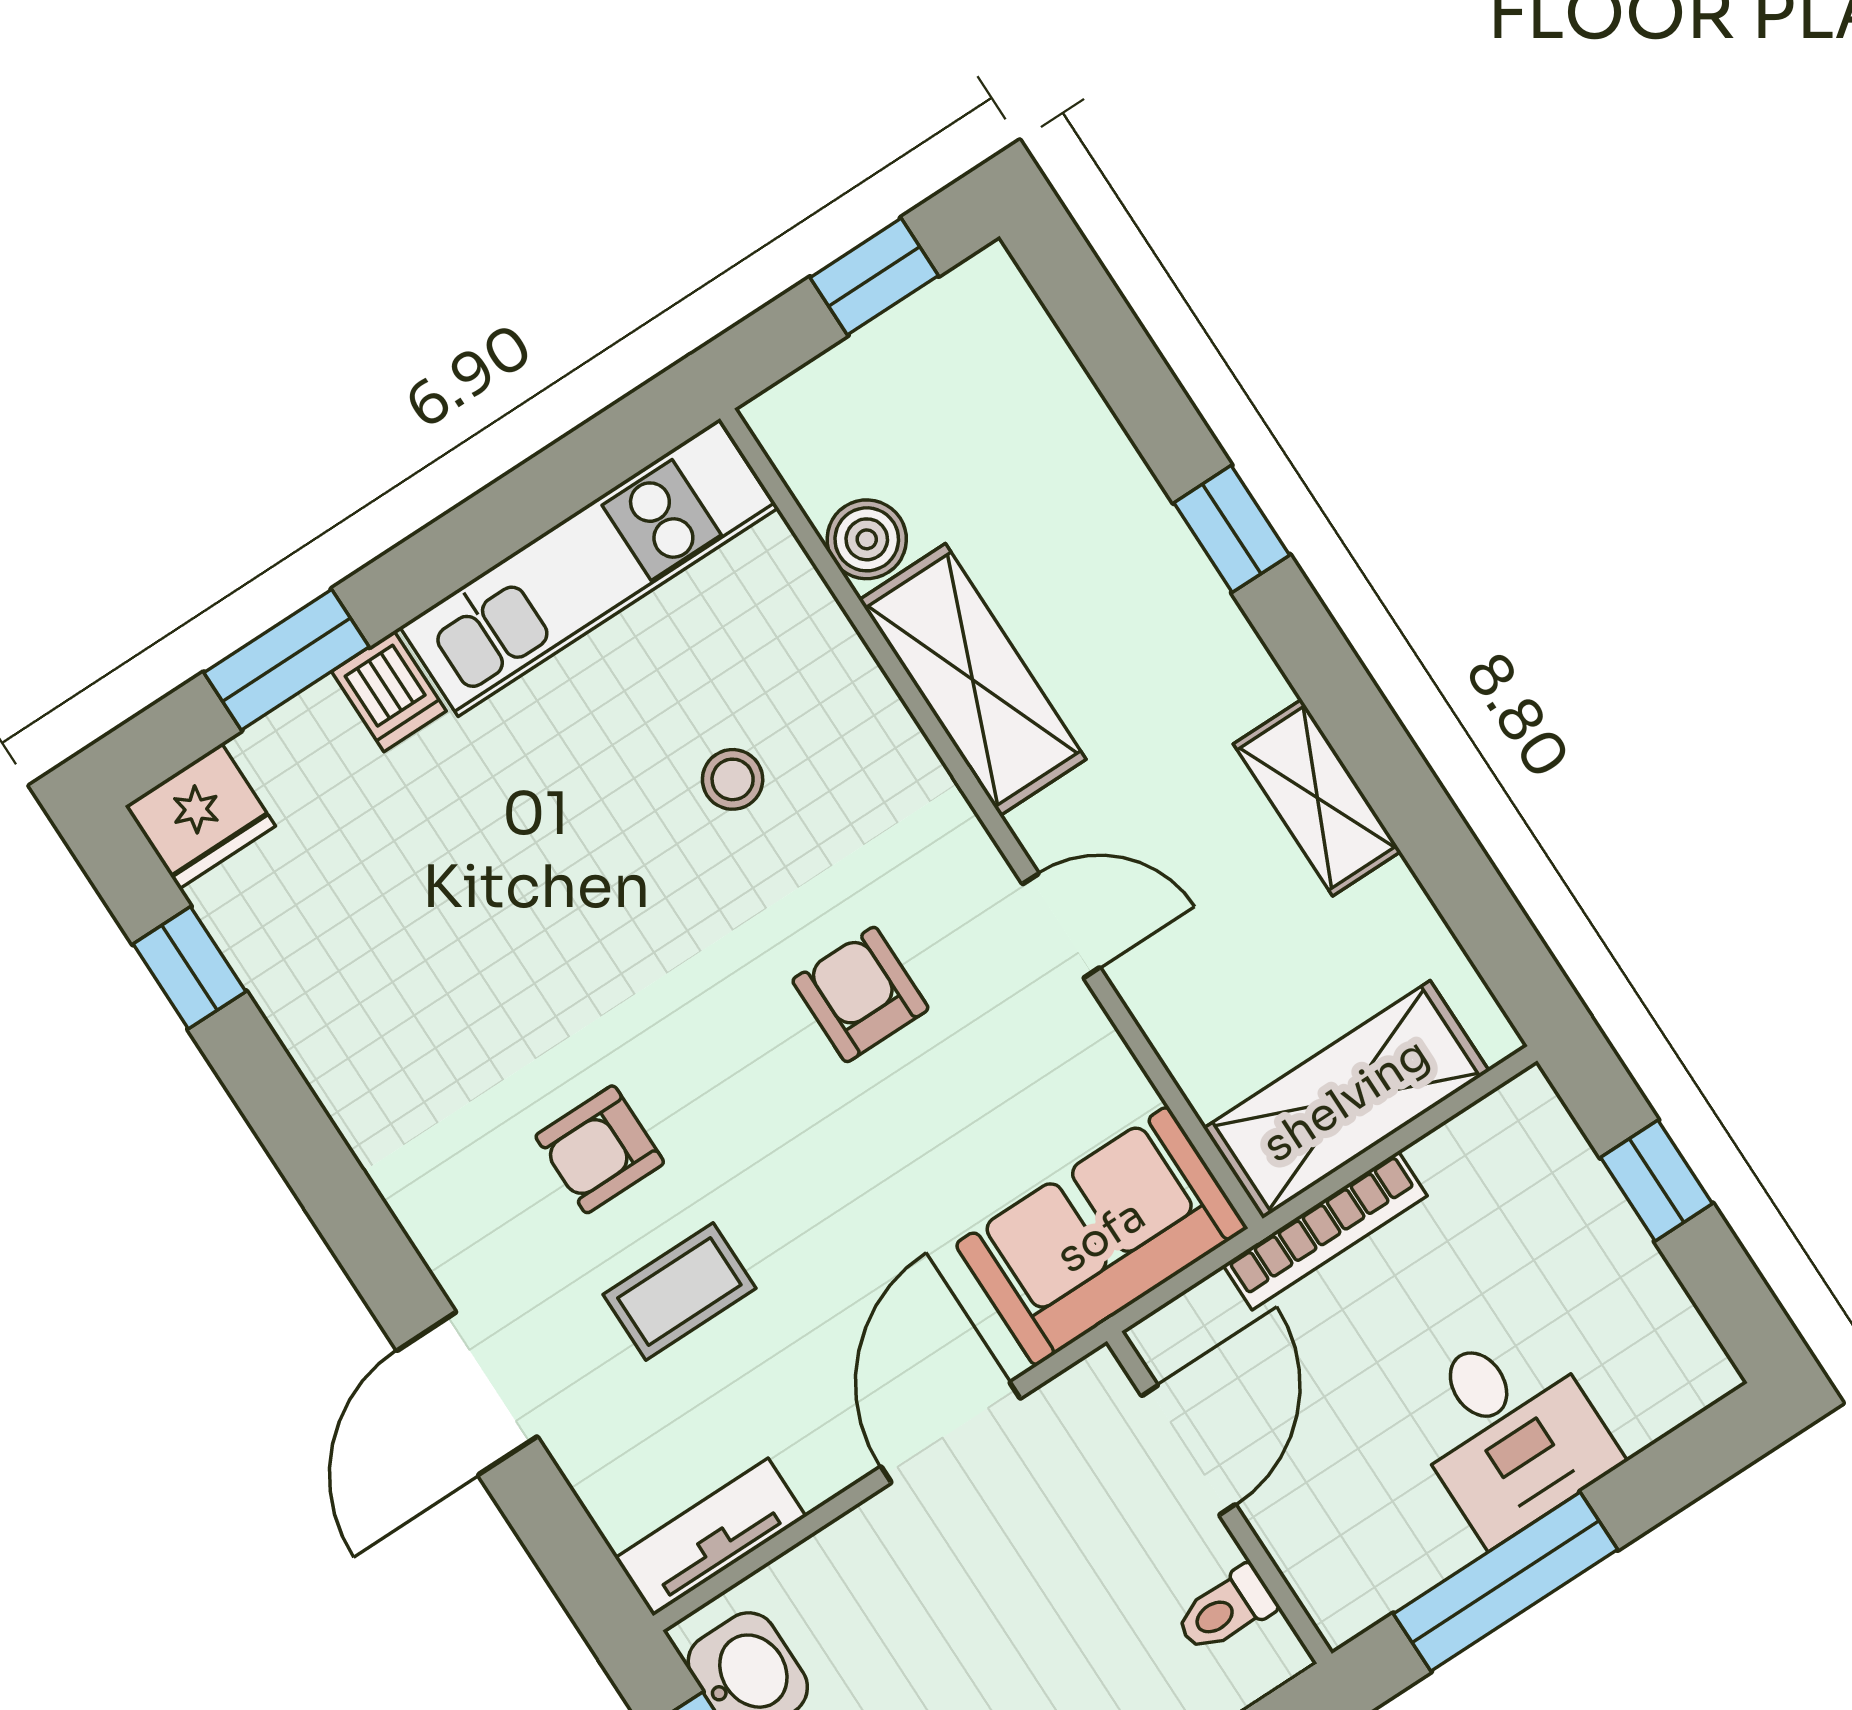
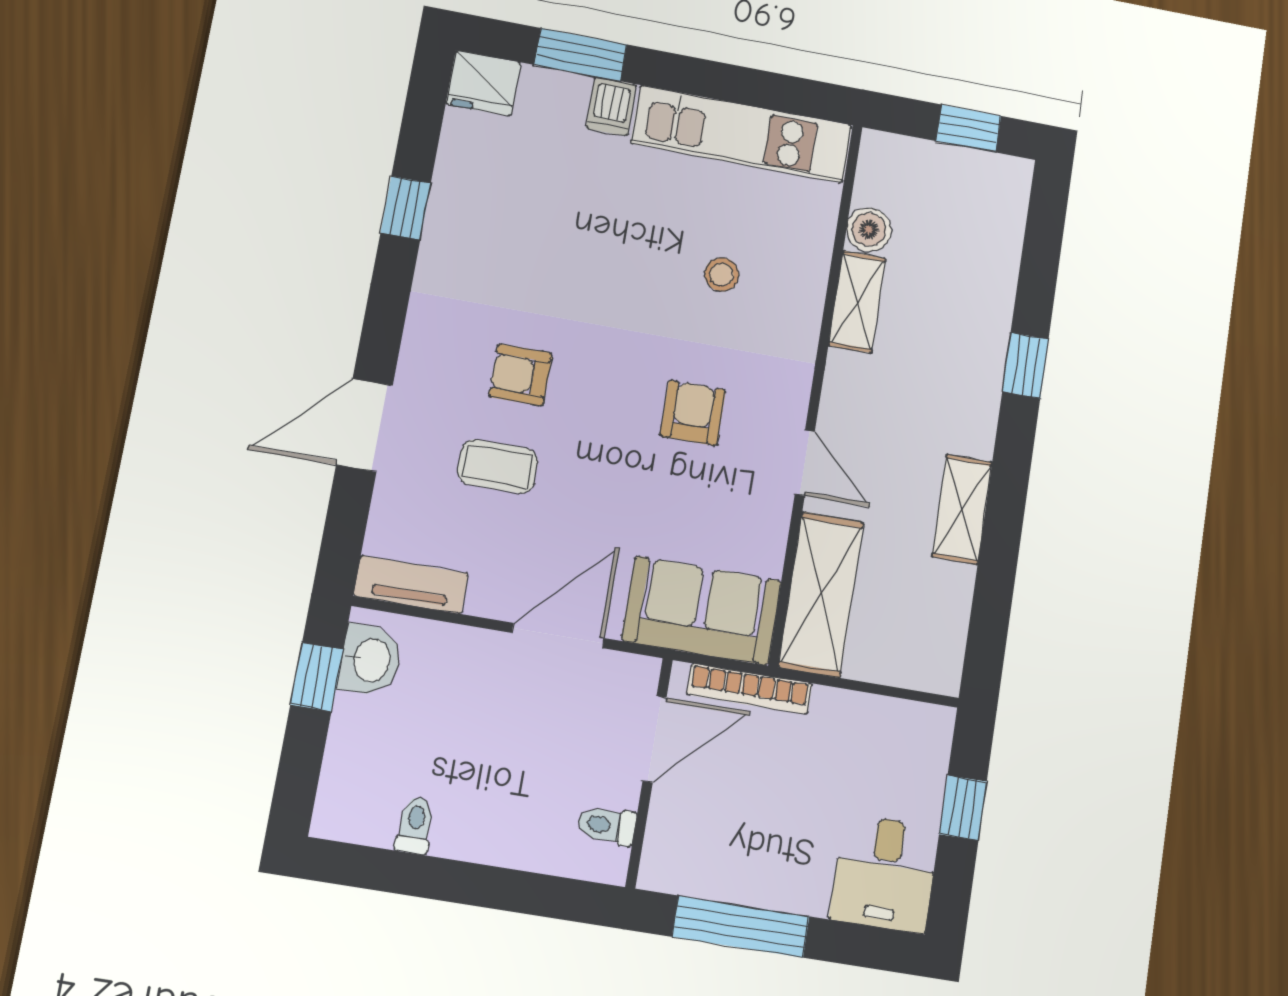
shelving: (973, 680) -> (857, 302), width x0.67, depth x0.75
window: (189, 968) -> (406, 208), moved
shelving: (1346, 1100) -> (821, 594), moved, turned 90
bookcase: (1325, 1230) -> (750, 689), moved
desk: (1509, 1431) -> (885, 873), moved

